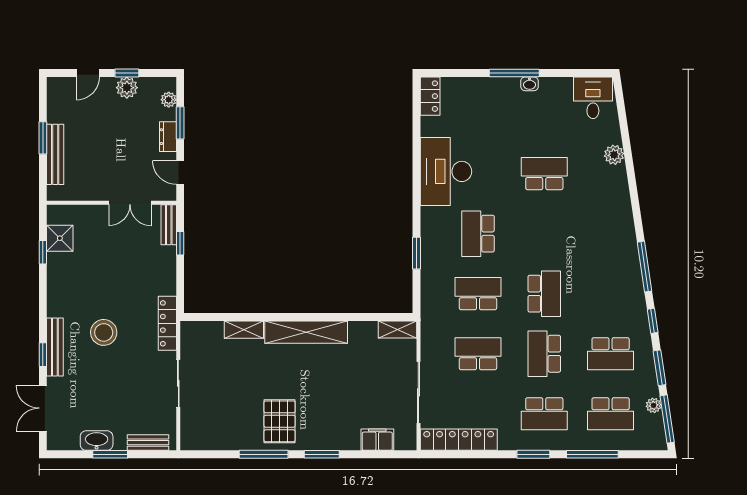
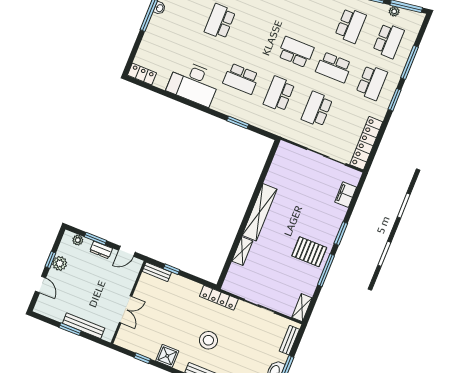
double door: (130, 203) -> (126, 309), moved
shower: (60, 238) -> (167, 356), moved
shelving: (397, 329) -> (302, 308), moved

